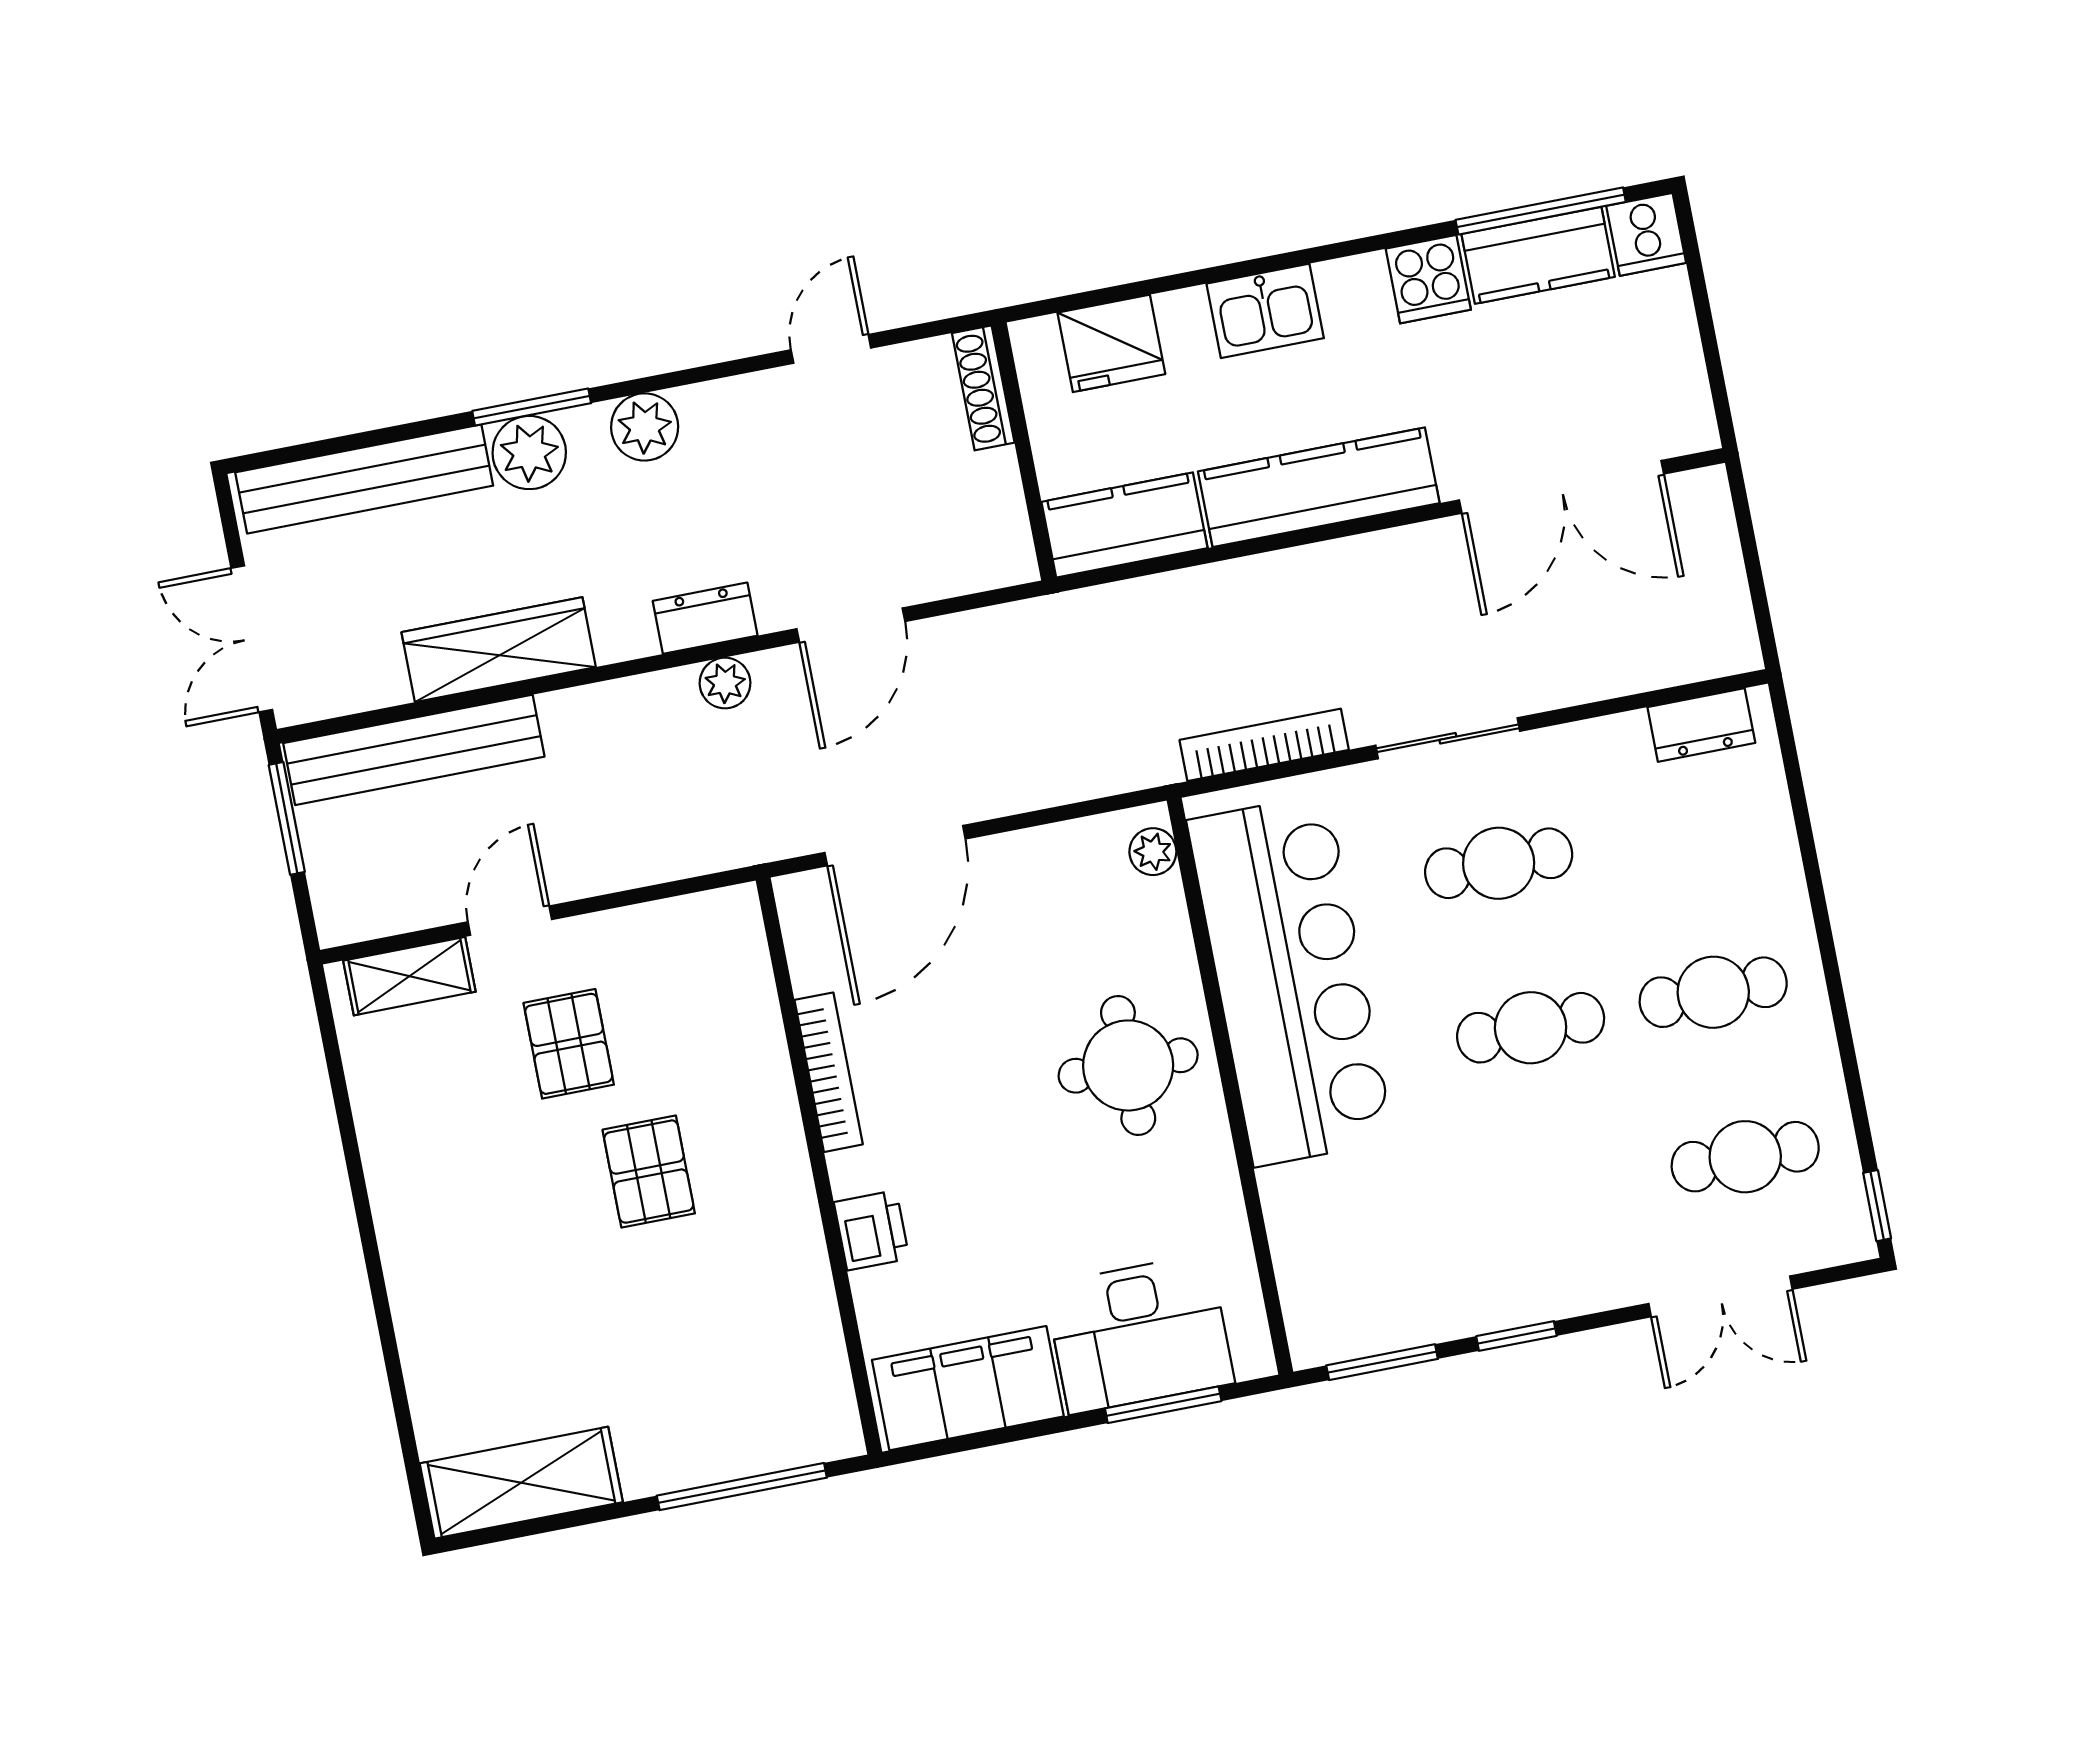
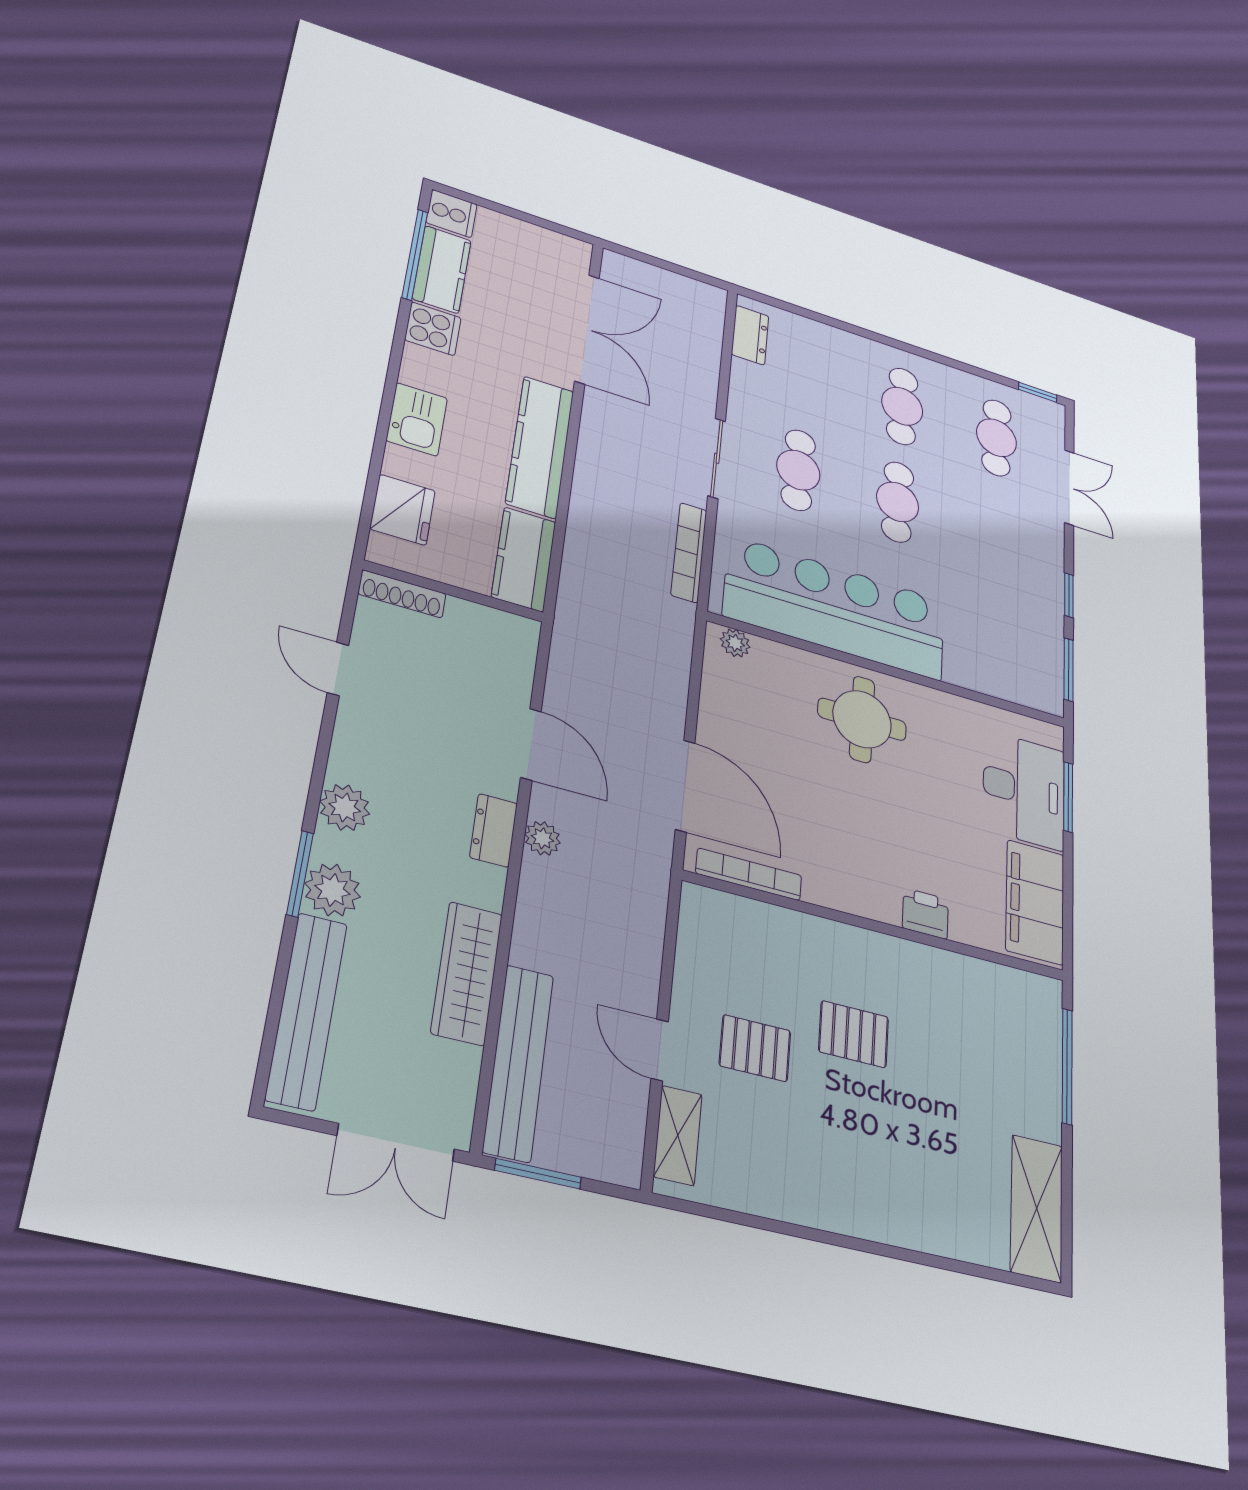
bookcase: (829, 1072) -> (749, 874), moved

